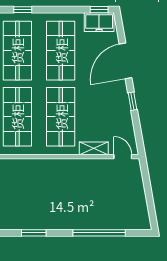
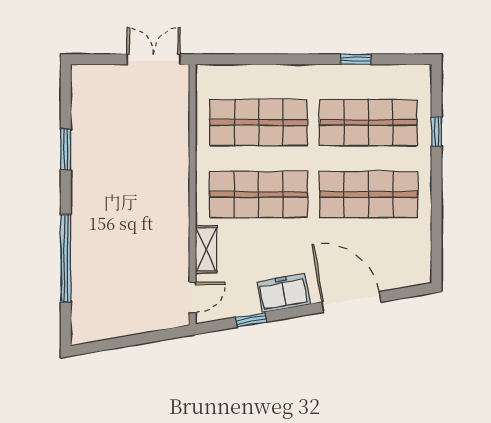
window: (99, 10) -> (436, 258), removed
freezer: (99, 22) -> (283, 293), moved, turned 80
window: (133, 101) -> (251, 320), moved

